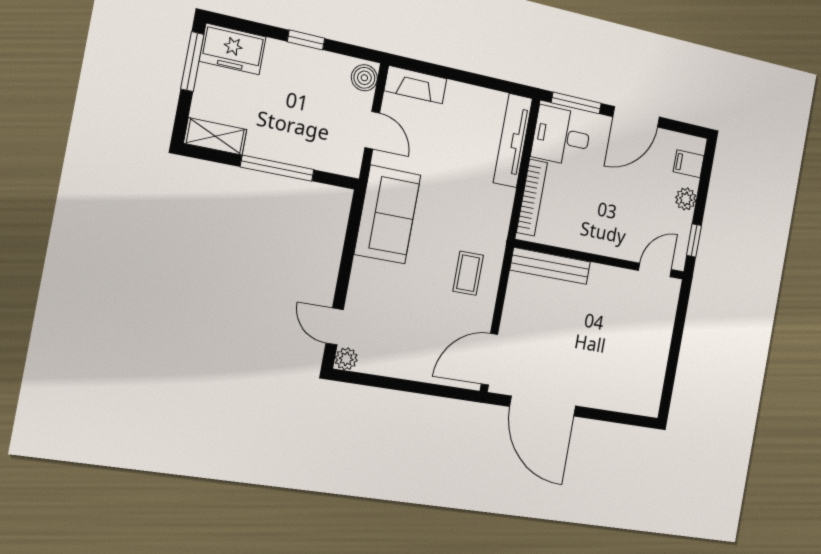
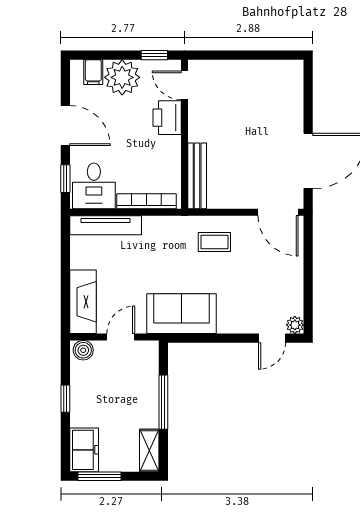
fireplace: (416, 85) -> (83, 302), width x1.37, depth x1.32
window: (576, 103) -> (65, 179), width x0.67
plant: (686, 199) -> (122, 77), width x1.87, depth x1.87
printer: (623, 242) -> (167, 118), added

